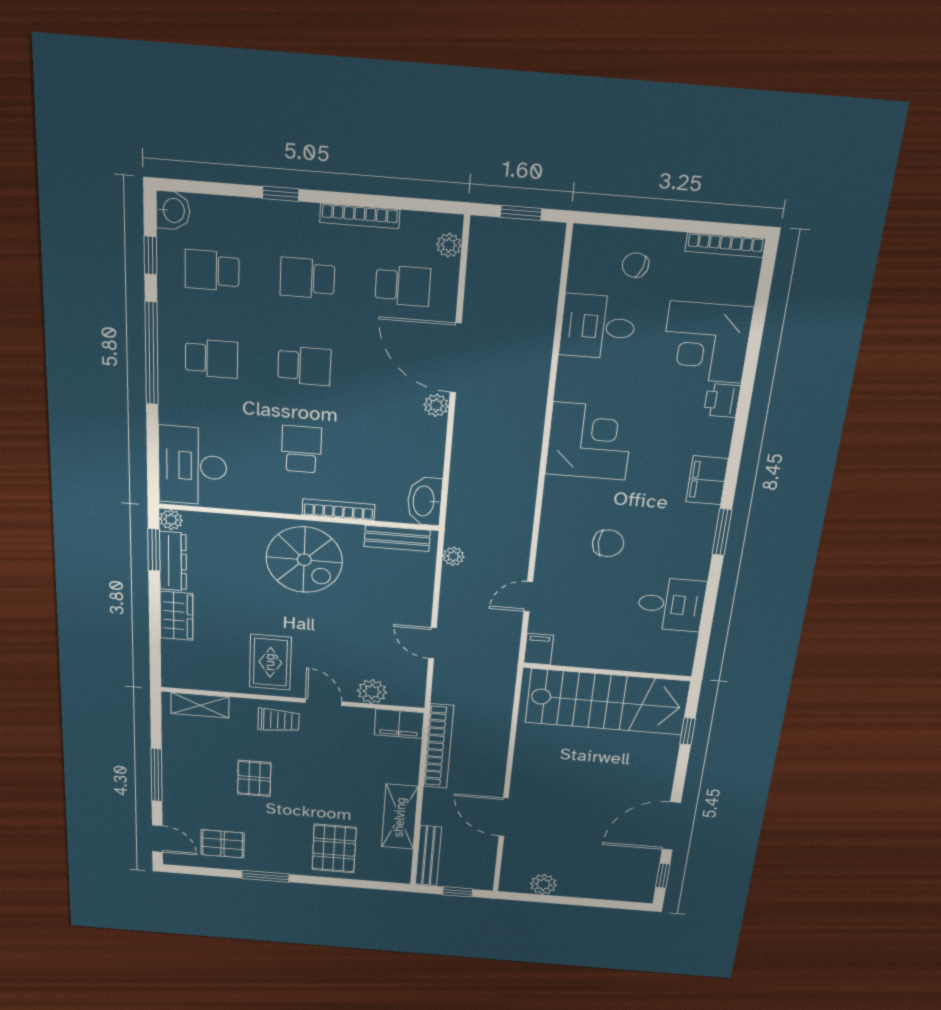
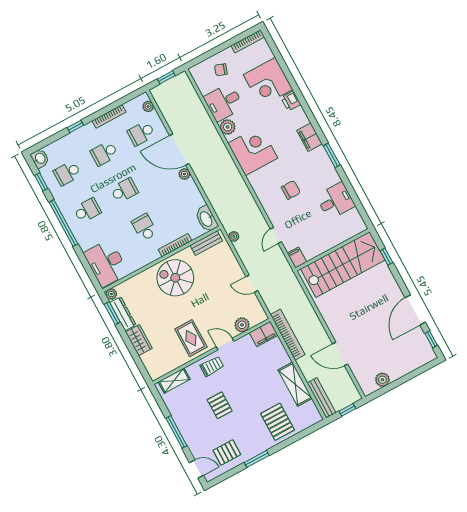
school desk: (403, 286) -> (141, 133), turned 180
plant: (573, 374) -> (228, 127), added
spiral stairs: (304, 560) -> (175, 278), turned 180

